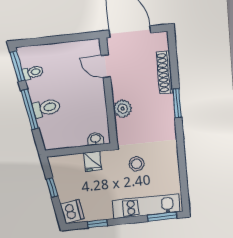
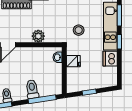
window: (30, 109) -> (42, 99), moved
dishwasher: (72, 211) -> (110, 59), moved, turned -81
window: (97, 224) -> (119, 42), moved

